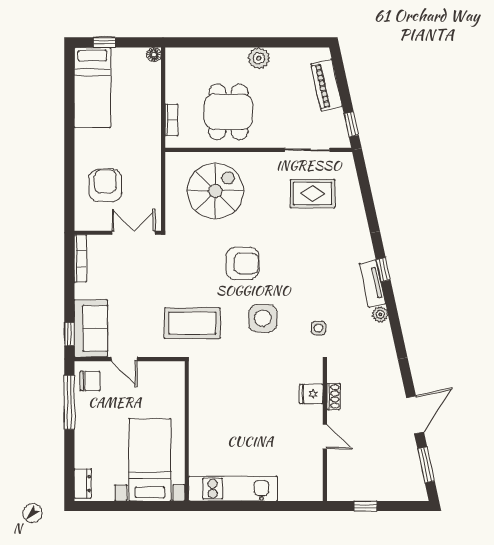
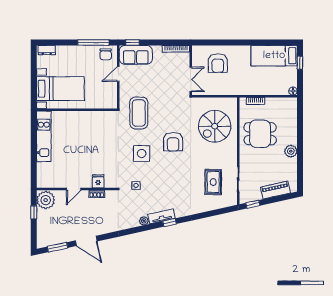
armchair: (105, 185) -> (218, 63), turned 90
spiral stairs: (215, 191) -> (215, 126), turned 90
plant: (344, 485) -> (46, 200), added

